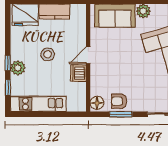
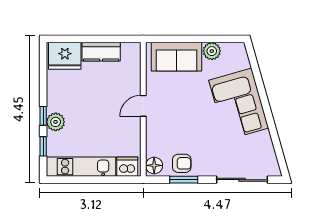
stool: (48, 54) -> (93, 105), removed
dishwasher: (78, 73) -> (127, 167), moved, turned 90
armchair: (119, 101) -> (182, 163), turned 180

